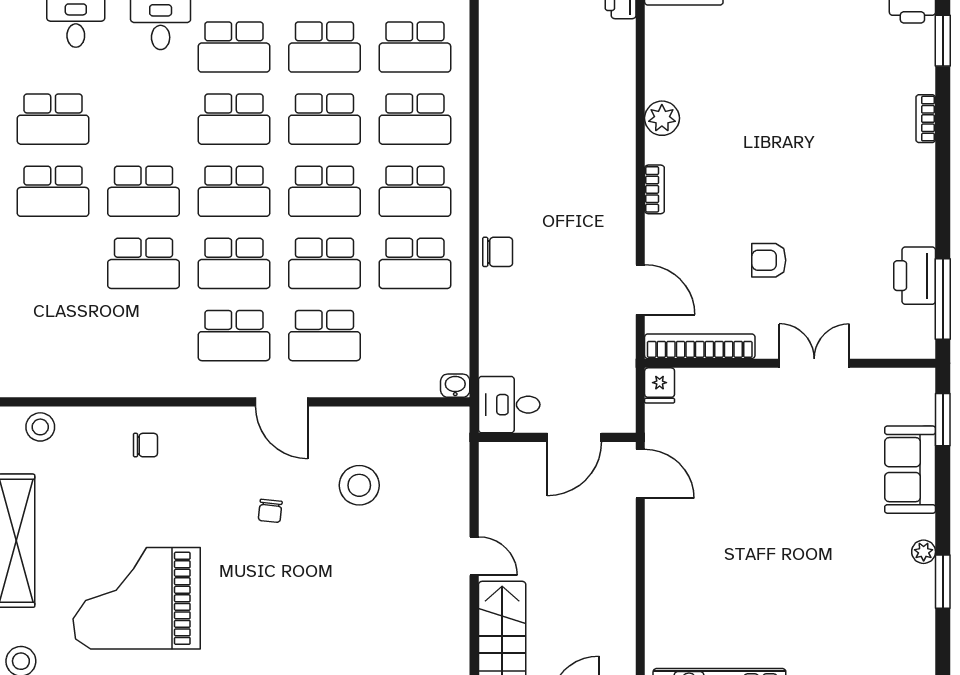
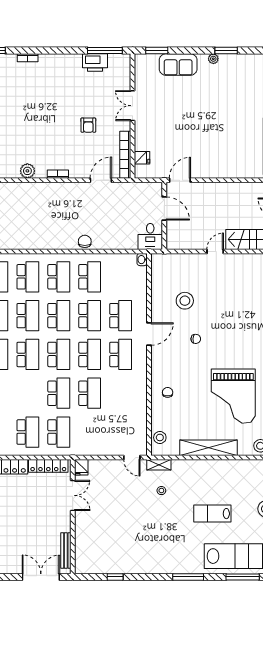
fridge: (660, 385) -> (142, 158), moved

